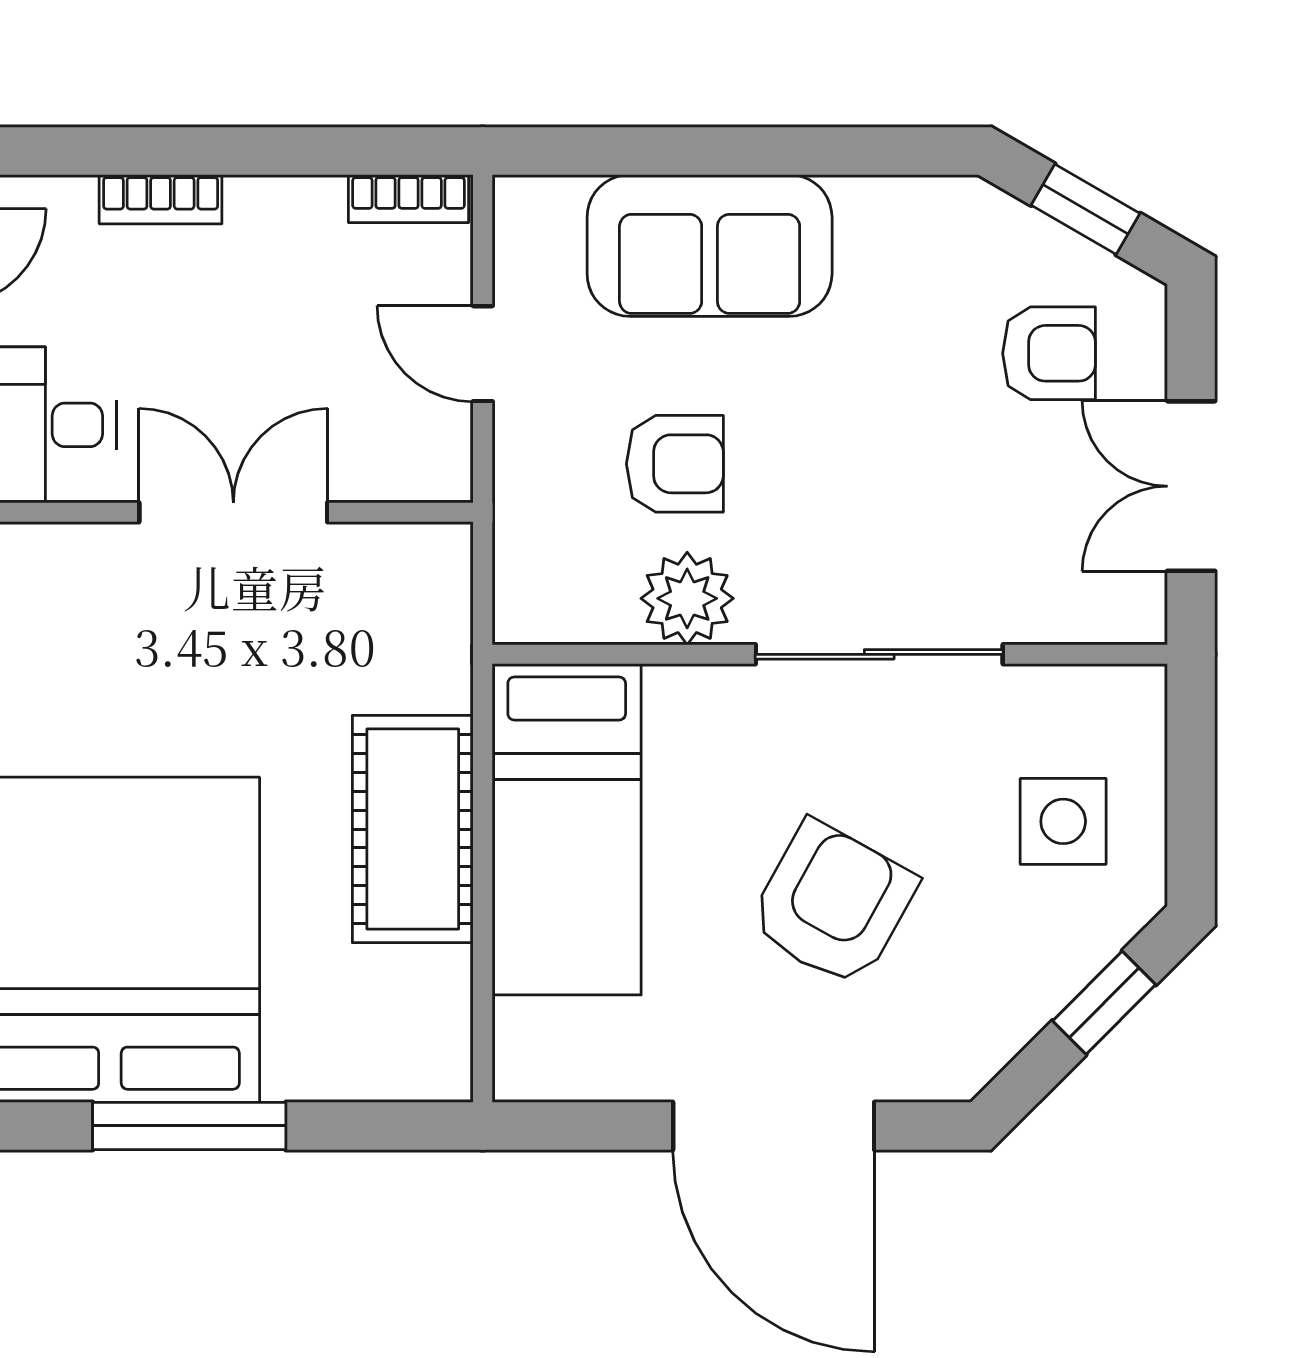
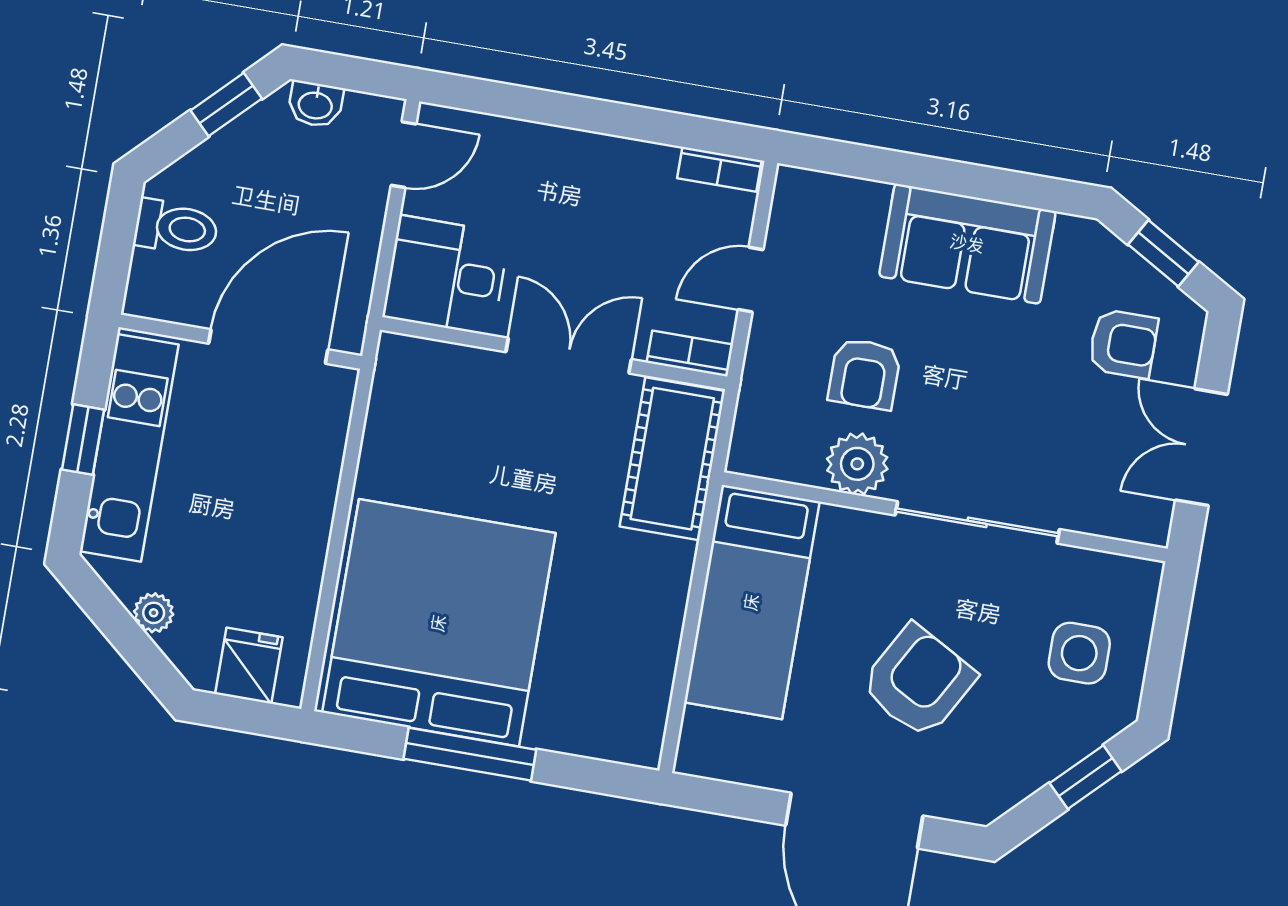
bookcase: (161, 199) -> (690, 354), moved, turned 180
sofa: (710, 245) -> (967, 244), moved
door: (483, 354) -> (751, 280), hinge flipped
armchair: (675, 464) -> (864, 374), turned 90
cot: (413, 829) -> (672, 459), moved

